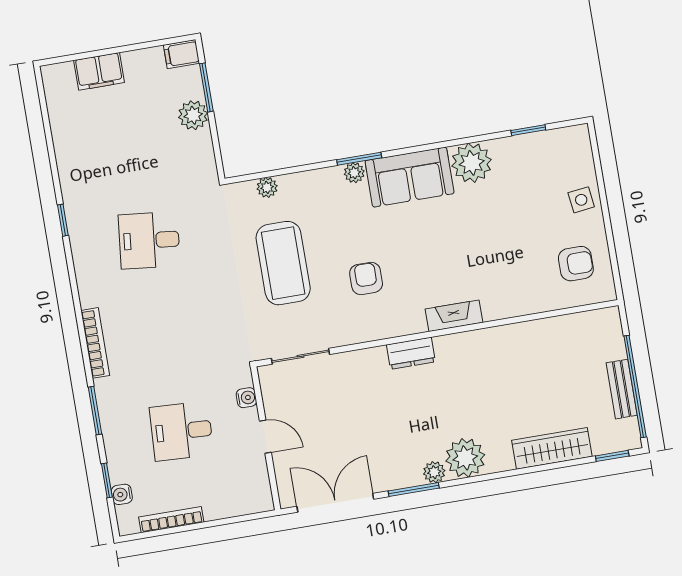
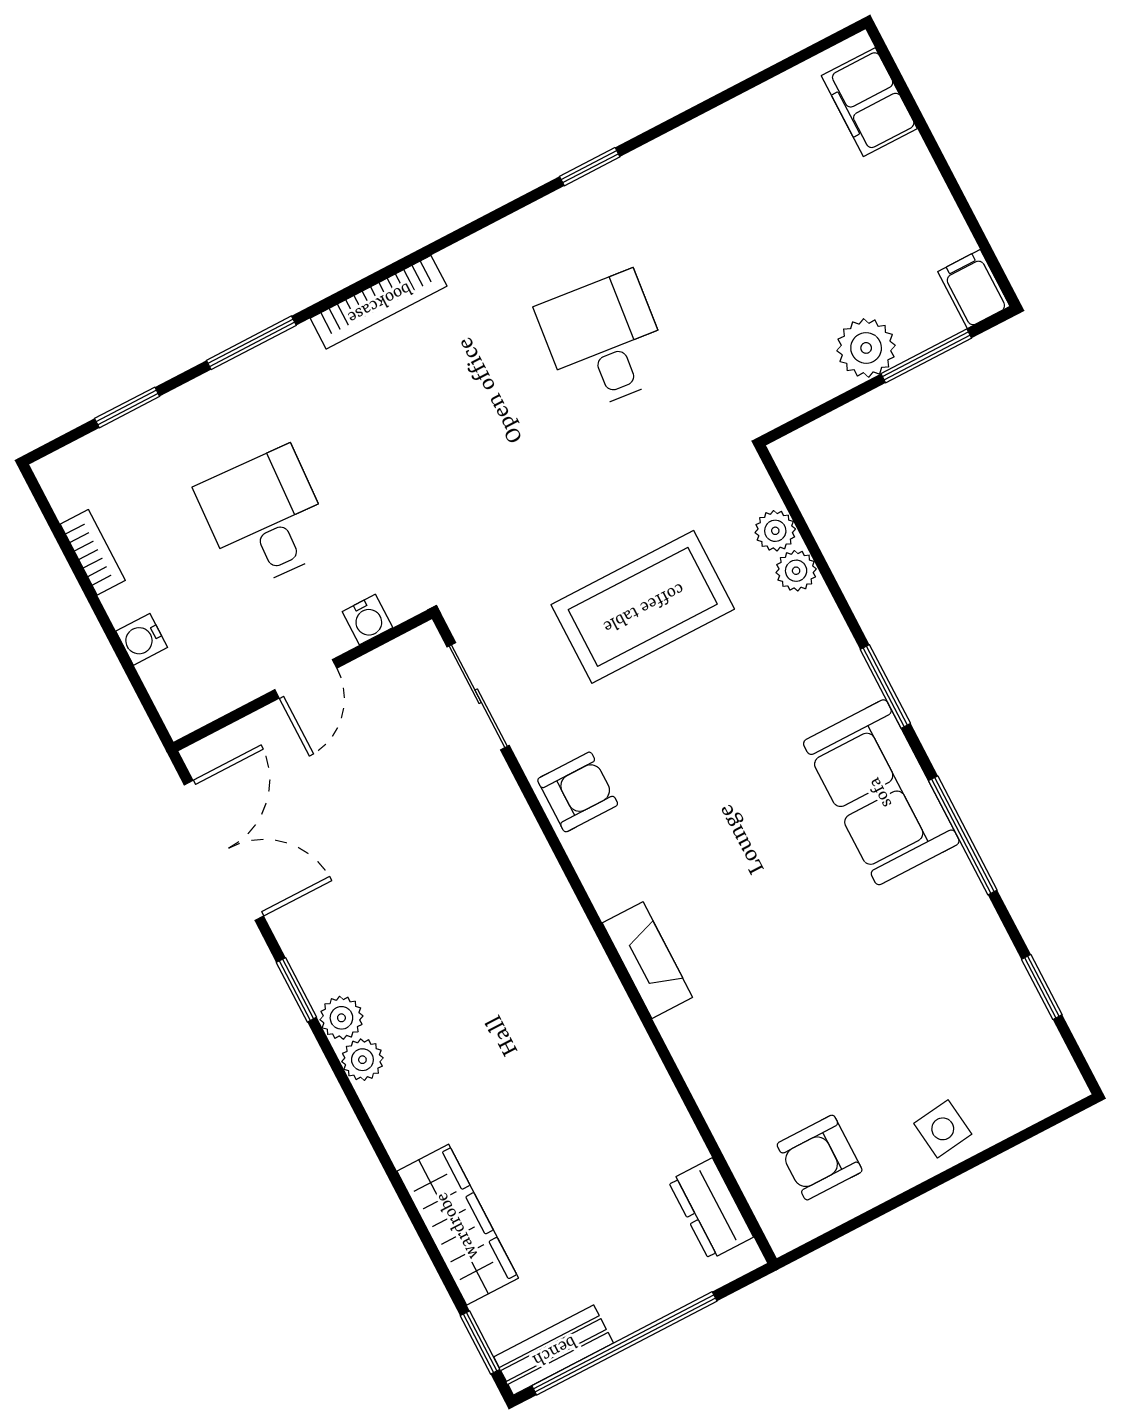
filing cabinet: (99, 71) -> (869, 102), moved
window: (443, 144) -> (963, 835), added
plant: (472, 163) -> (946, 900), removed
plant: (354, 173) -> (796, 571), moved
armchair: (576, 264) -> (820, 1158), turned 90
armchair: (366, 278) -> (578, 792), moved
dresser: (411, 353) -> (711, 1209), moved
bench: (622, 389) -> (554, 1350), moved
plant: (465, 458) -> (362, 1060), width x0.53, depth x0.53
window: (414, 489) -> (296, 990), width x0.67
water cooler: (122, 494) -> (142, 639), moved, turned -90
bookcase: (171, 520) -> (93, 552), width x0.64

